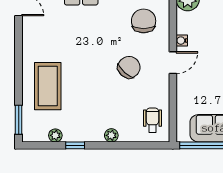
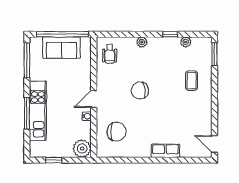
chair: (144, 21) -> (117, 132), turned -90
chair: (129, 67) -> (140, 90), moved, turned 41
coffee table: (48, 86) -> (192, 81), width x0.54, depth x0.58

